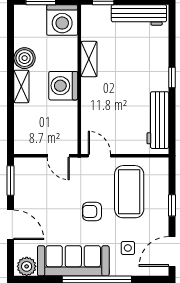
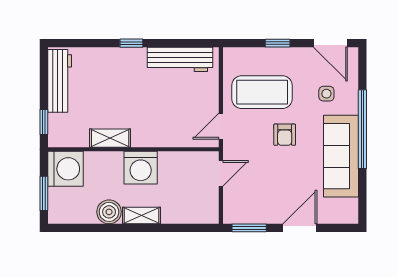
plant: (27, 266) -> (348, 210), removed

